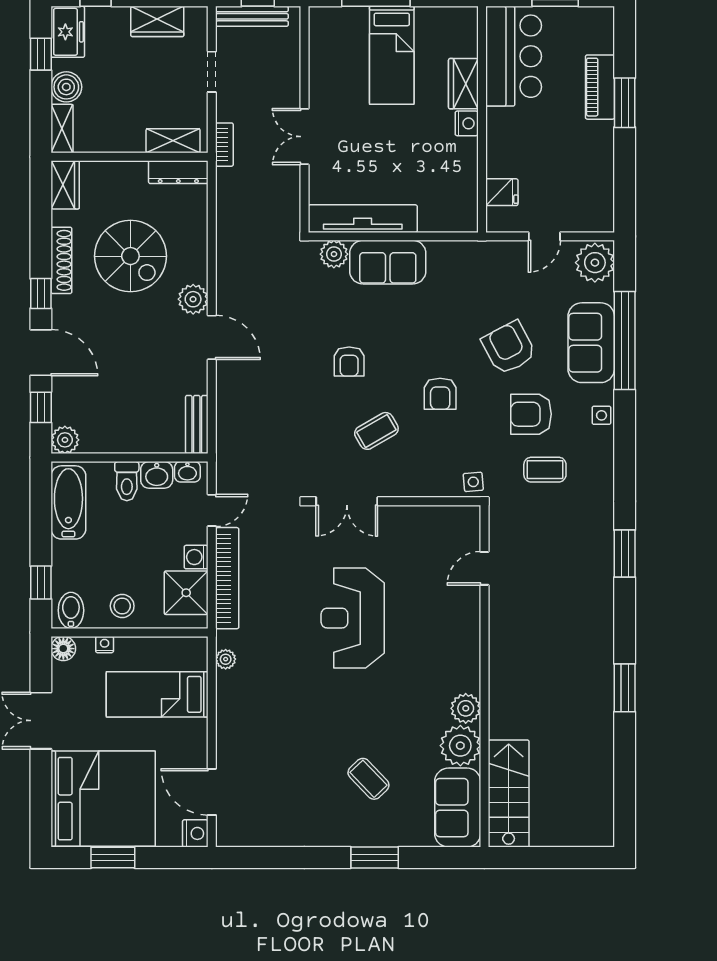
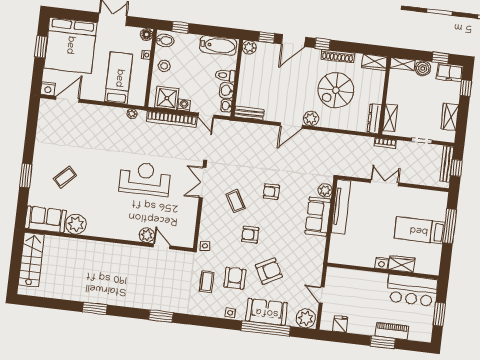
fridge: (502, 192) -> (340, 324), moved, turned 180
plant: (466, 708) -> (147, 235), moved
stairs: (509, 794) -> (31, 260), moved, turned -90

